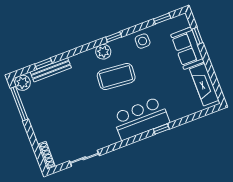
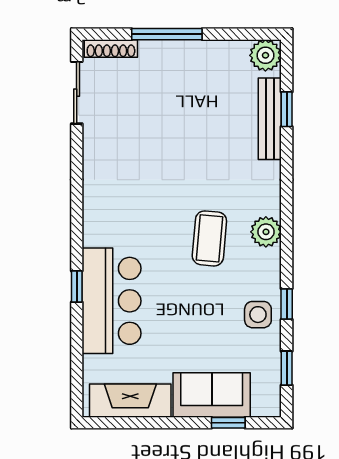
window: (114, 37) -> (287, 304), moved
coffee table: (116, 77) -> (209, 238), width x0.73, depth x0.76
window: (19, 104) -> (167, 34), moved
bar counter: (141, 118) -> (111, 301), moved
sliding door: (84, 158) -> (77, 93), moved

